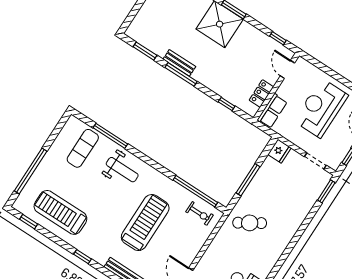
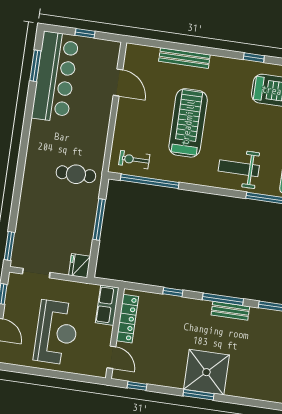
locker: (261, 93) -> (127, 319), width x1.53
window: (227, 104) -> (173, 292), moved
treadmill: (145, 223) -> (188, 123), turned 180
cafe table: (250, 223) -> (76, 174), turned 32
window: (82, 257) -> (254, 58), moved

